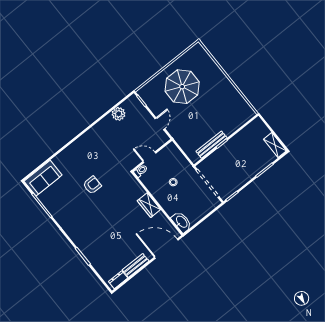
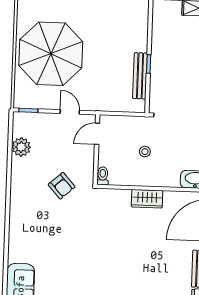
parasol: (182, 87) -> (51, 54), width x1.36, depth x1.36
door: (149, 157) -> (97, 134), moved
armchair: (92, 185) -> (62, 186), moved, turned 138

